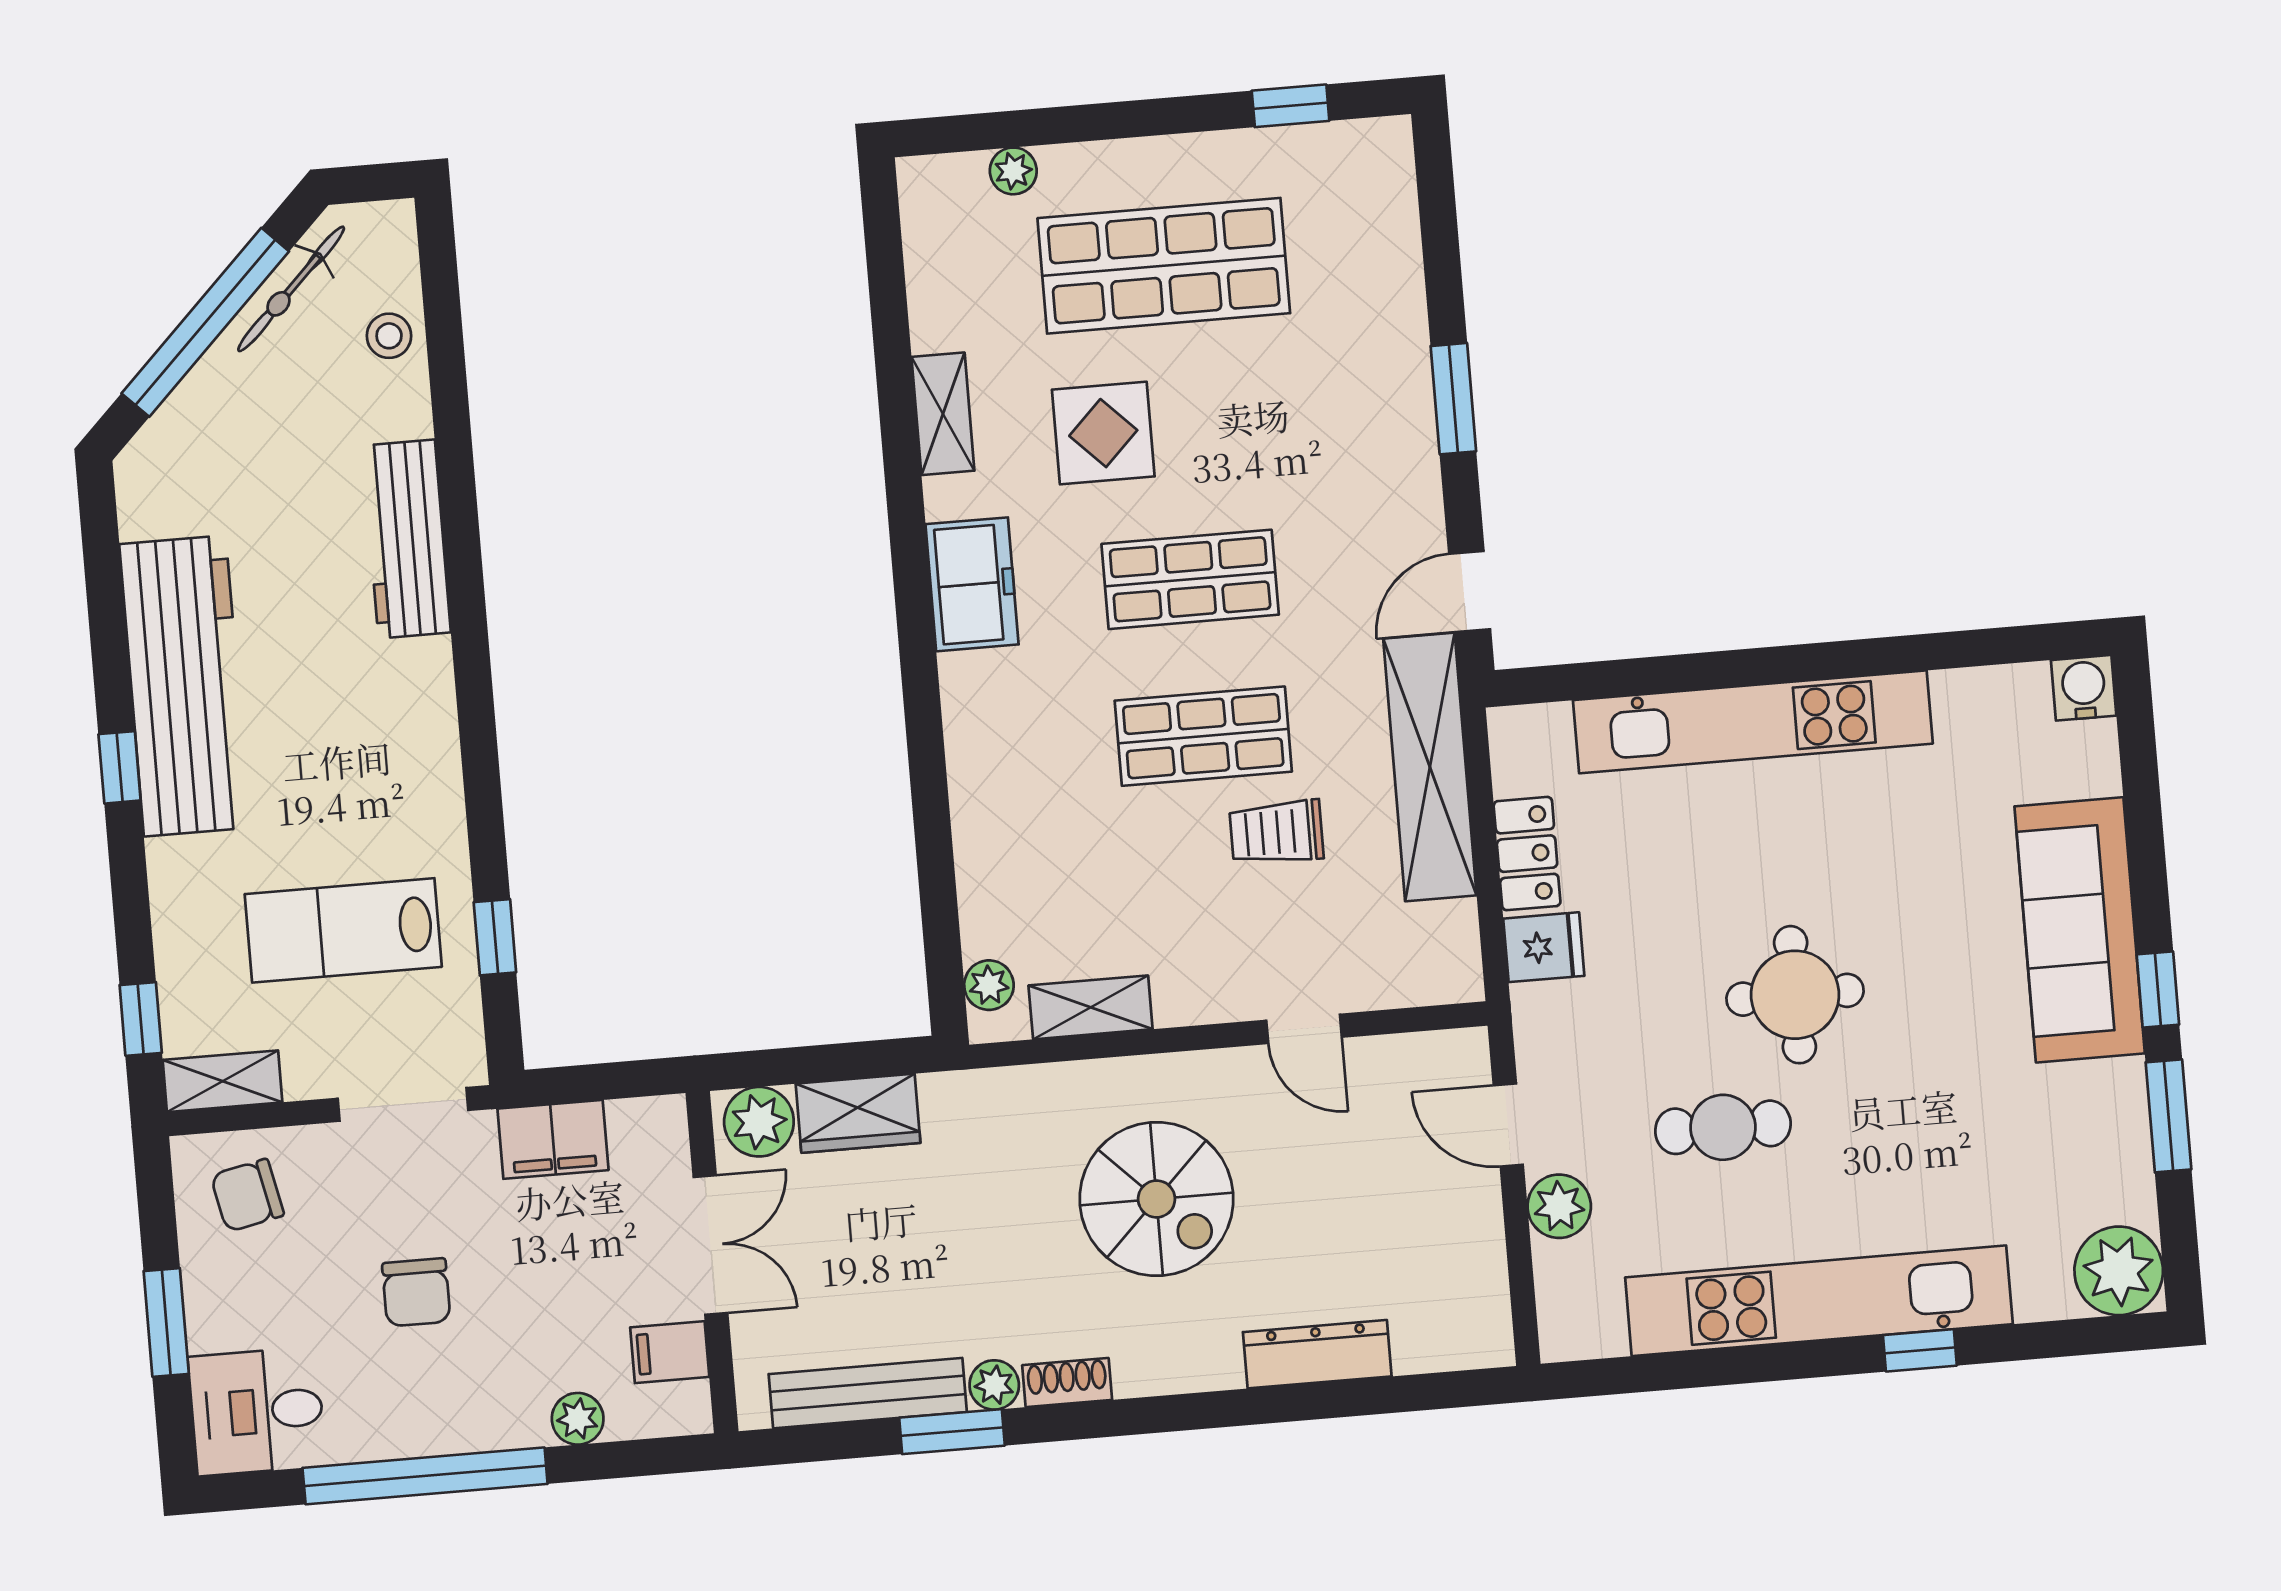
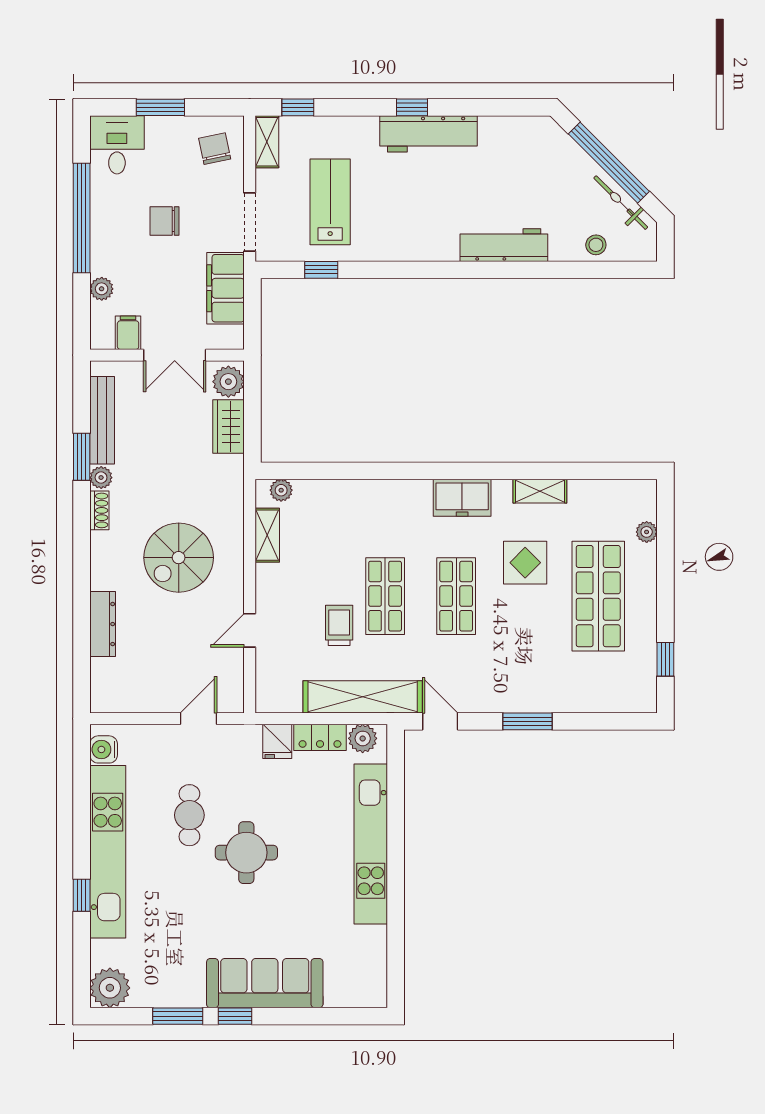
workbench: (185, 686) -> (428, 134), width x0.73, depth x0.76
water cooler: (2084, 688) -> (104, 749), moved, turned 180
filing cabinet: (553, 1139) -> (226, 288), width x1.50, depth x1.17
plant: (1559, 1206) -> (363, 738), moved

